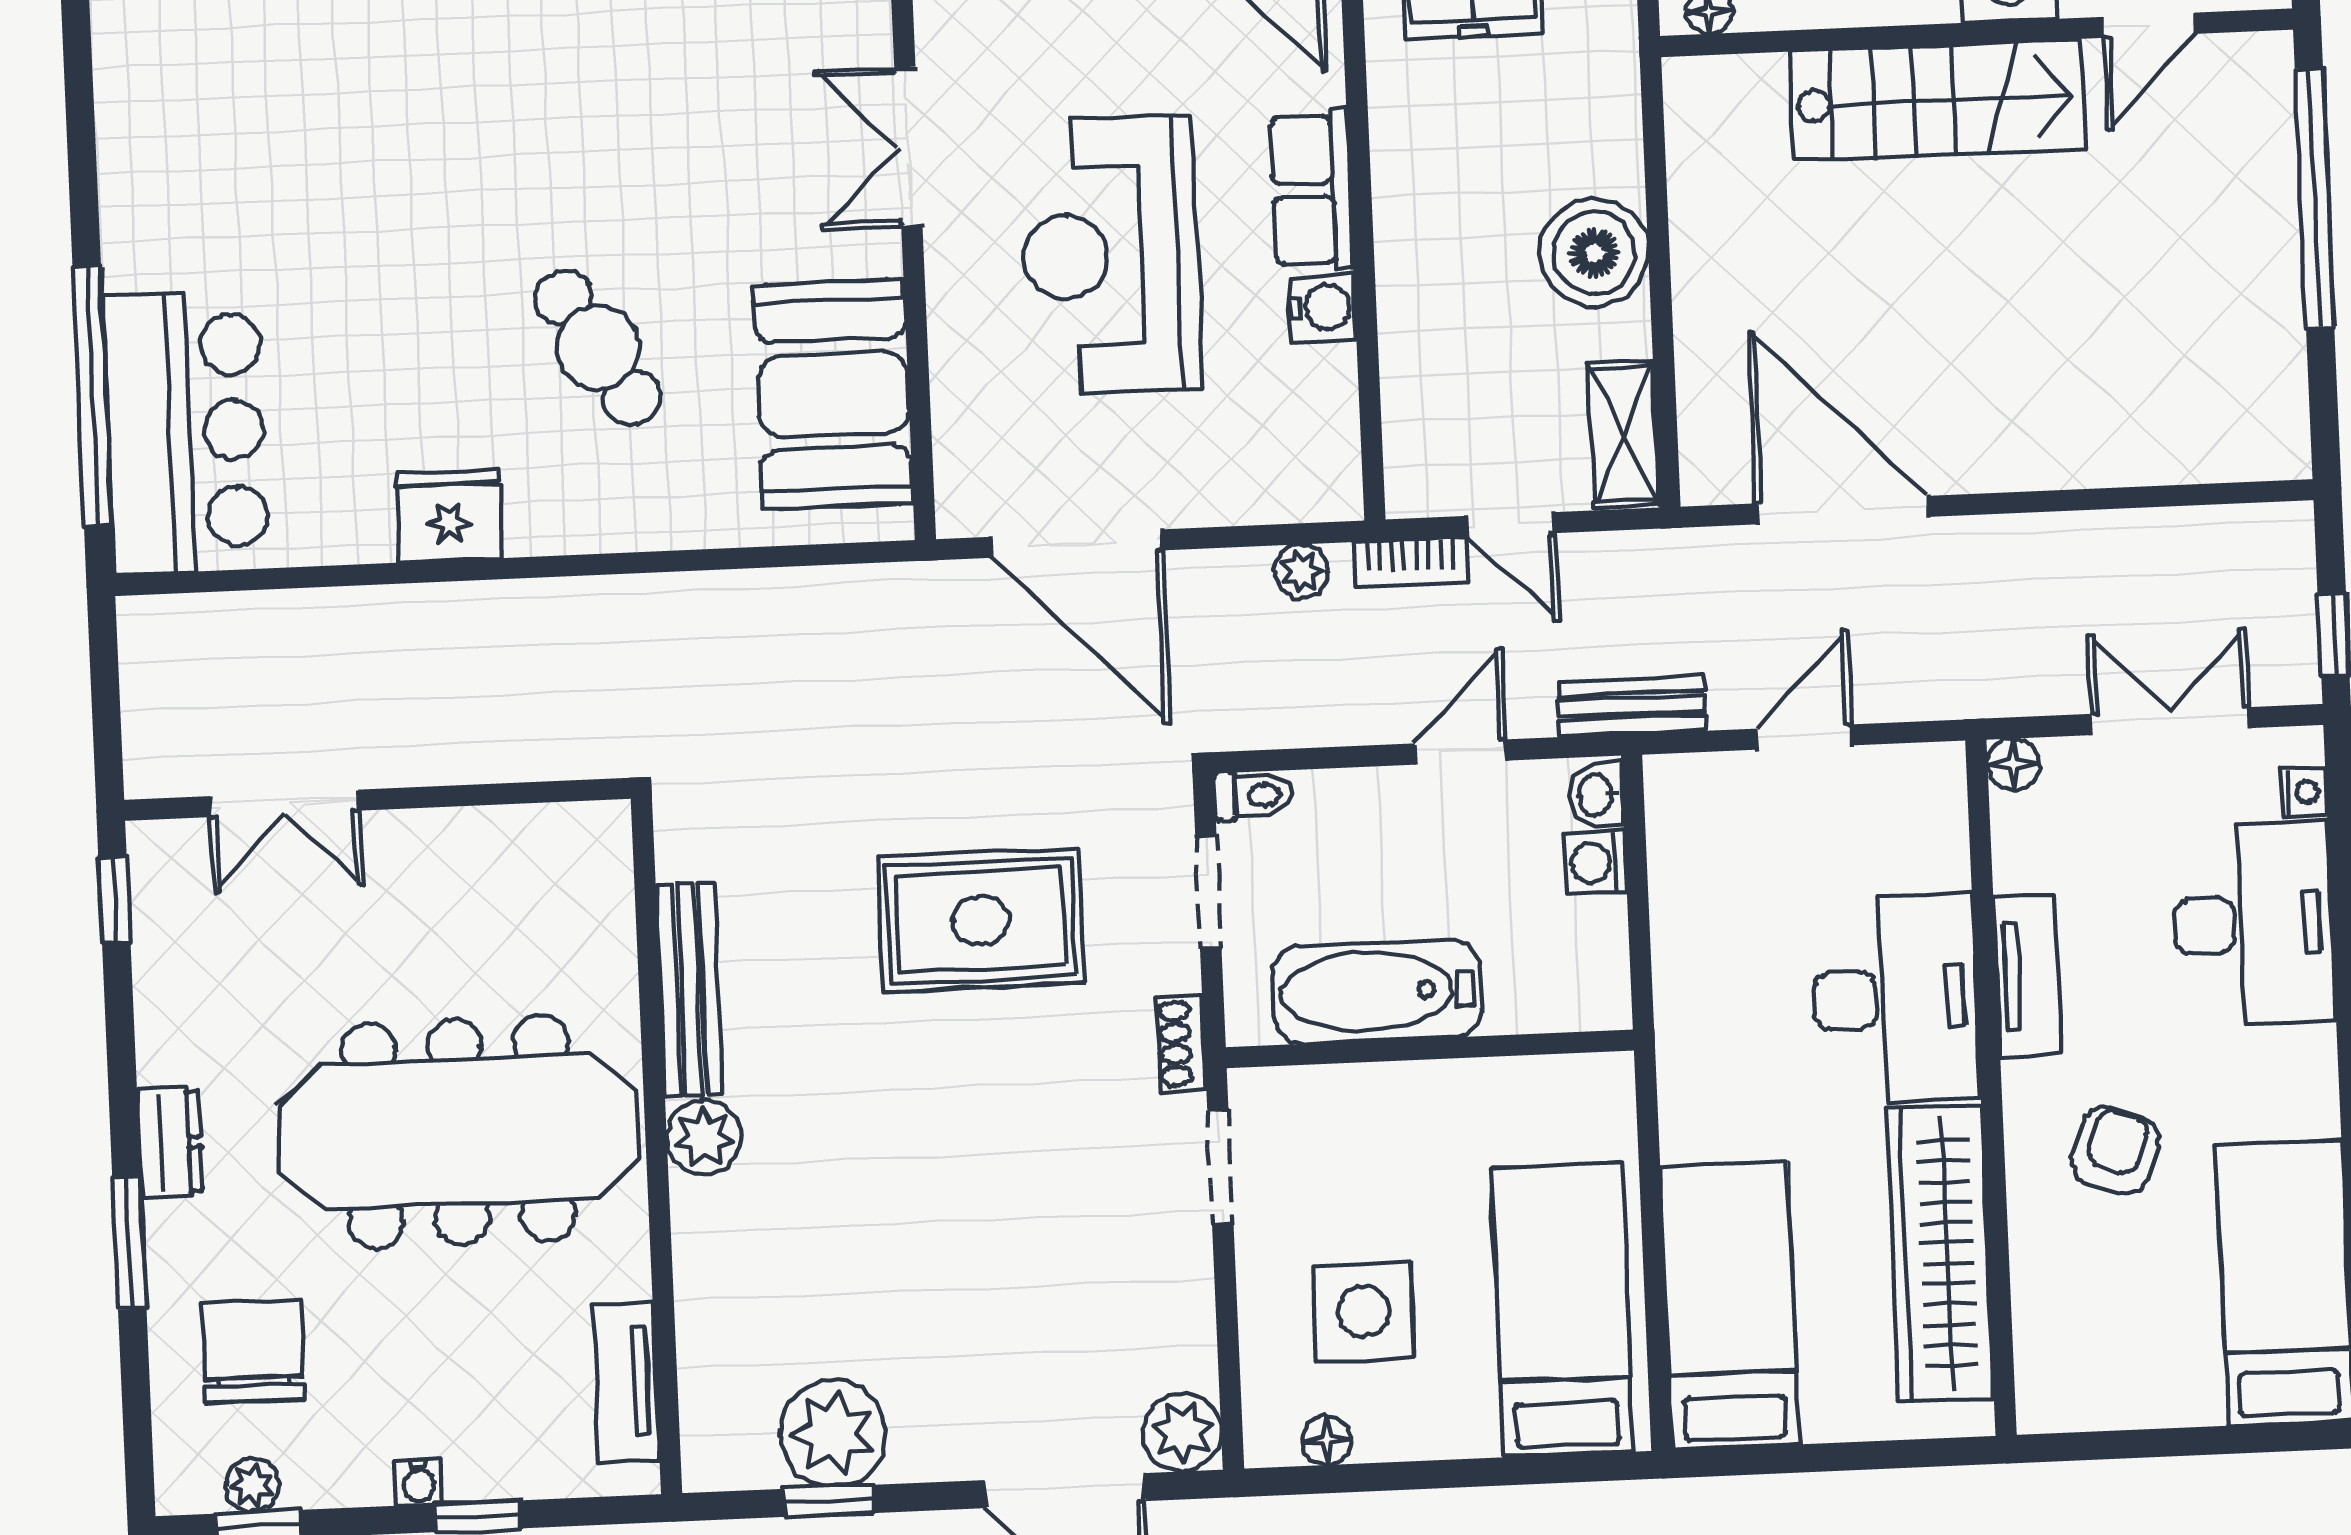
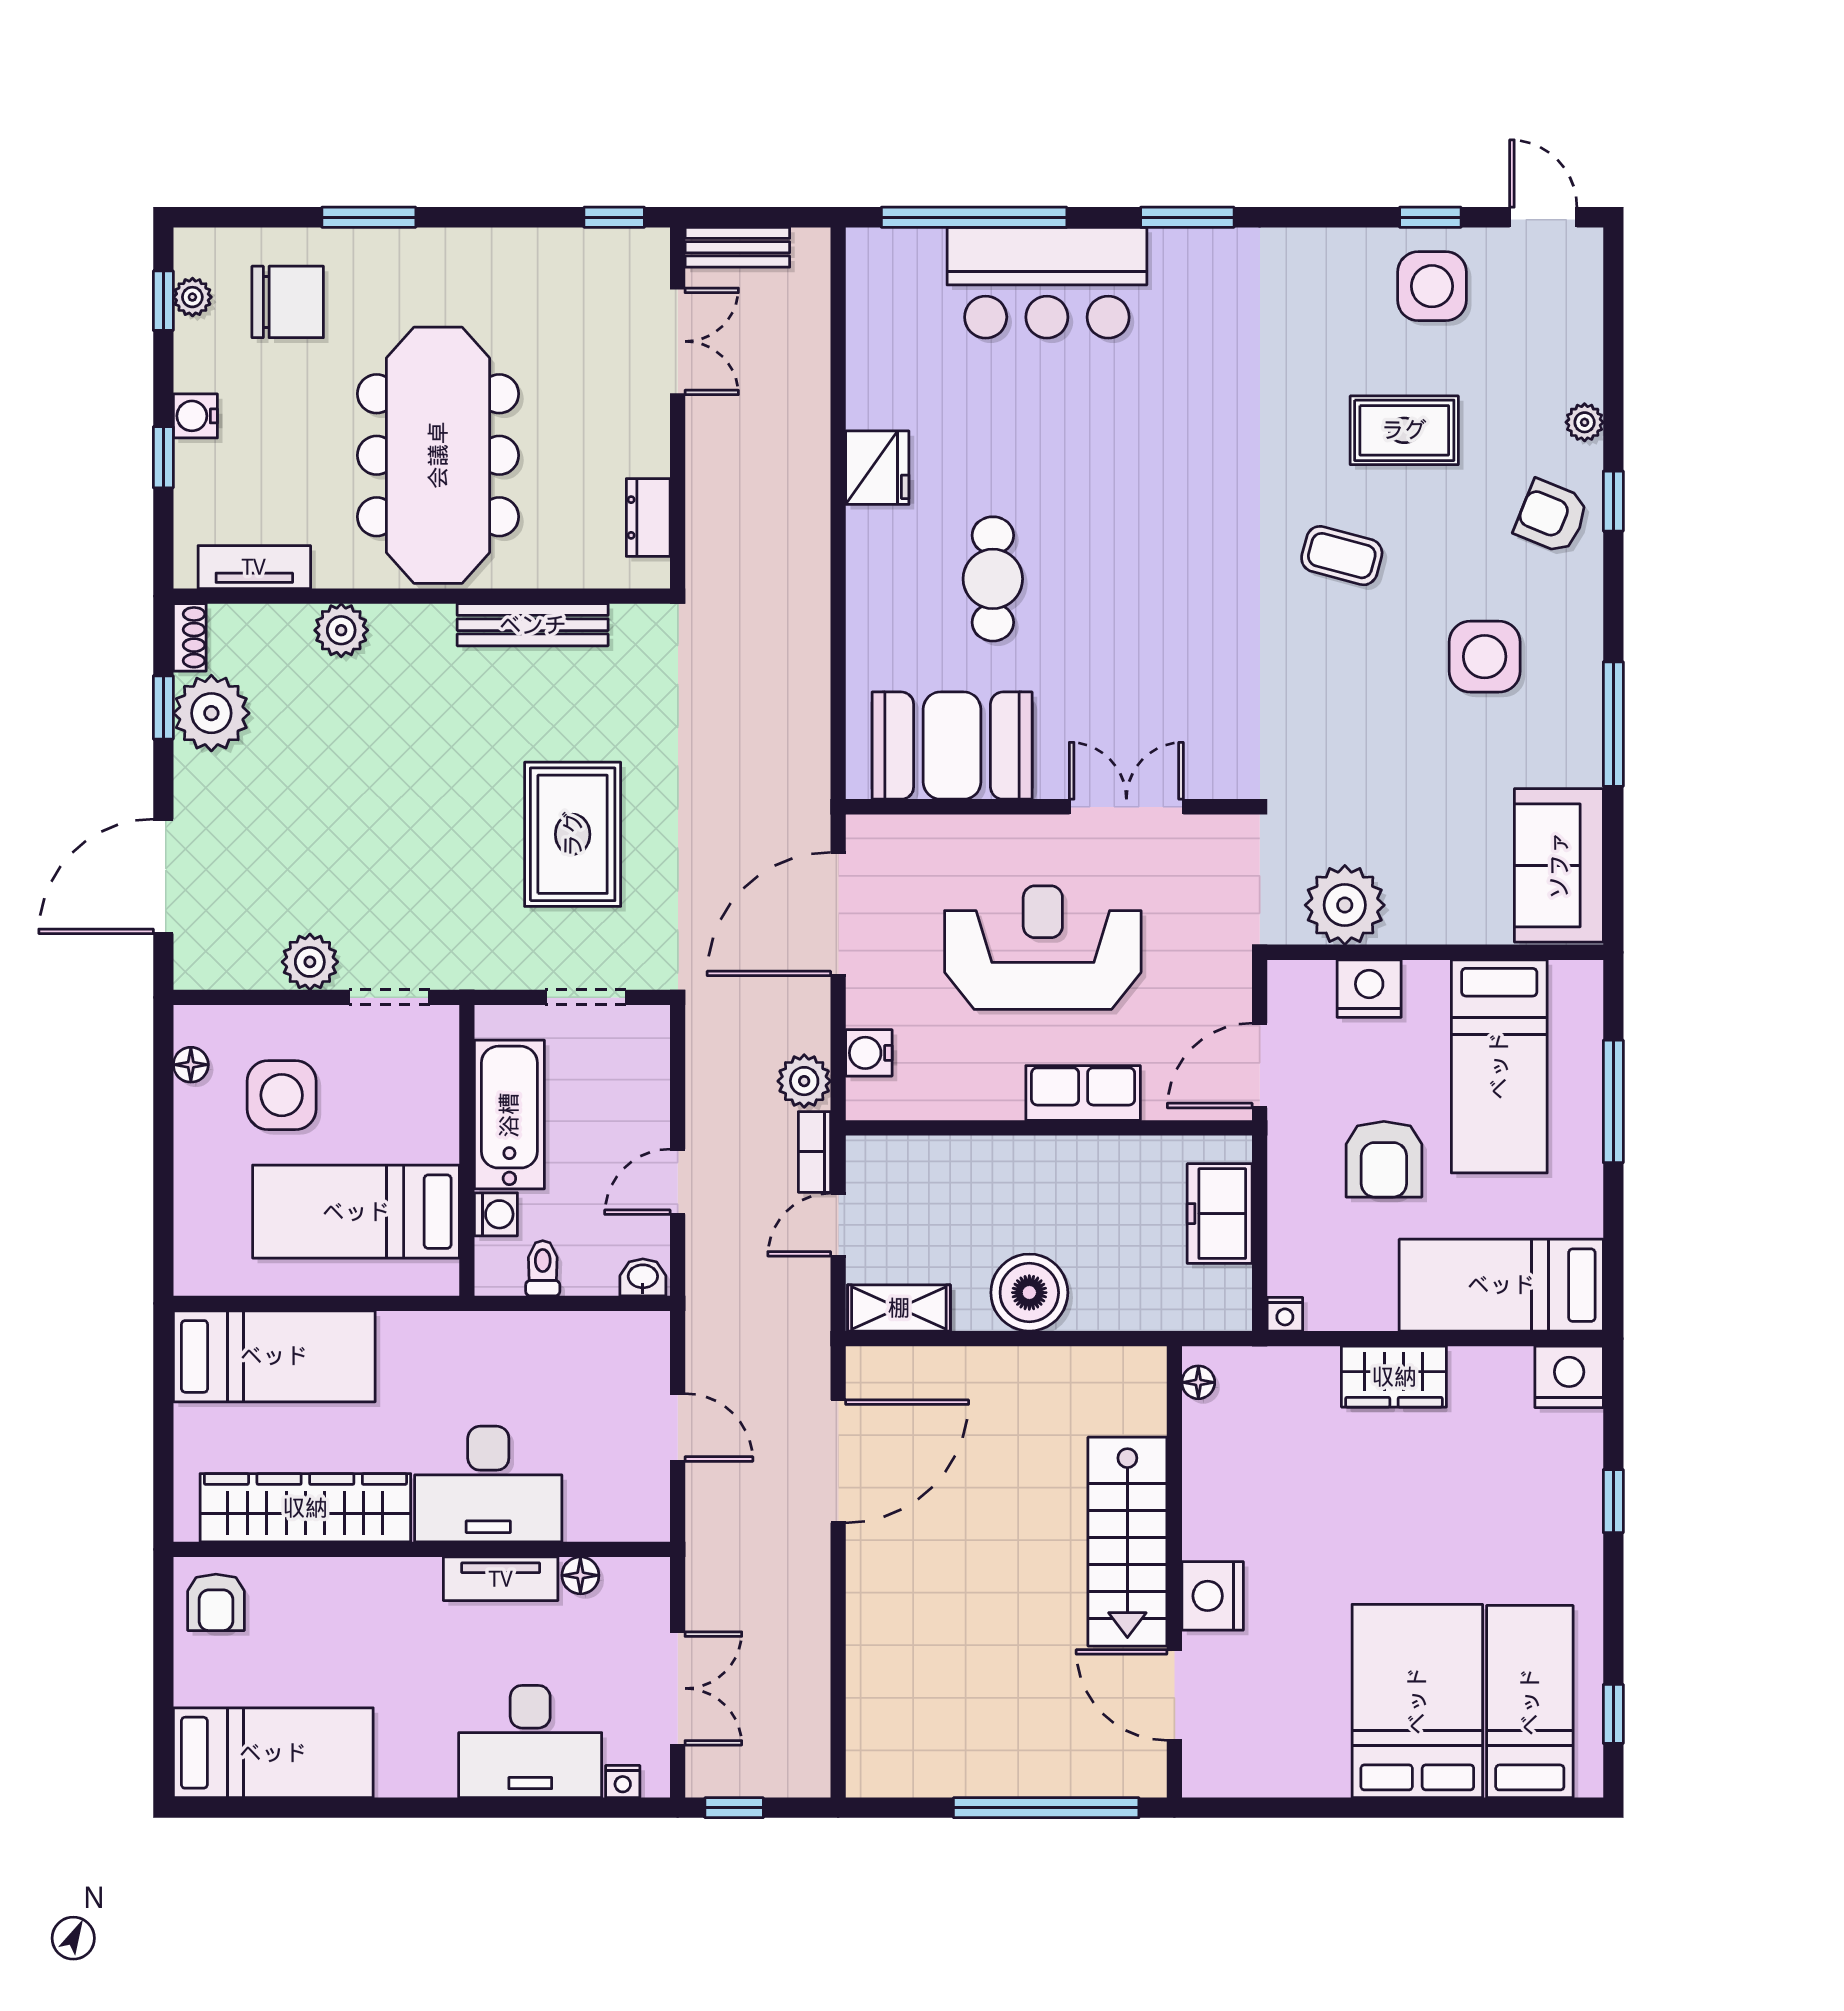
door: (2149, 25) -> (1174, 1695), width x1.38
window: (79, 97) -> (1187, 217), added
water cooler: (1323, 308) -> (869, 1053), moved, turned 90
cafe table: (598, 348) -> (993, 579), turned -58
bar counter: (186, 432) -> (1047, 283), moved
plant: (1301, 571) -> (804, 1081), width x1.38, depth x1.38
bench: (1632, 706) -> (737, 247), moved, turned 90
door: (1461, 752) -> (678, 1182), swing flipped
floor lamp: (2013, 764) -> (580, 1575), moved
toilet: (1253, 795) -> (543, 1268), moved, turned 180
double door: (284, 803) -> (678, 341), swing flipped
washing machine: (1596, 863) -> (496, 1214), moved, turned 90
shoe rack: (1181, 1043) -> (190, 637), moved, turned 90
plant: (704, 1137) -> (341, 630), moved
dresser: (170, 1143) -> (648, 517), moved, turned 90
armchair: (2115, 1151) -> (216, 1602), moved, turned 70
bed: (1562, 1310) -> (356, 1212), moved, turned 180
plant: (1182, 1432) -> (310, 962), moved
water cooler: (419, 1482) -> (195, 416), width x1.38, depth x1.38

